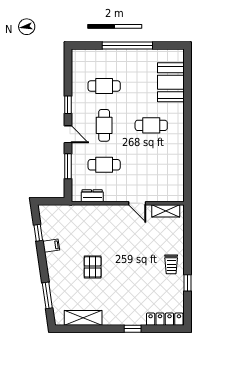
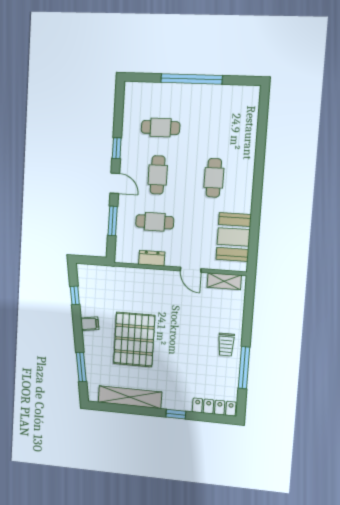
booth: (171, 82) -> (234, 237), moved
cafe table: (151, 125) -> (214, 178), turned 90
dresser: (92, 196) -> (152, 258), moved
filing cabinet: (51, 246) -> (90, 324), moved
pallet: (93, 267) -> (134, 339), width x2.05, depth x2.00
window: (187, 283) -> (244, 368), width x2.17
shelving: (83, 318) -> (130, 397), width x1.47

